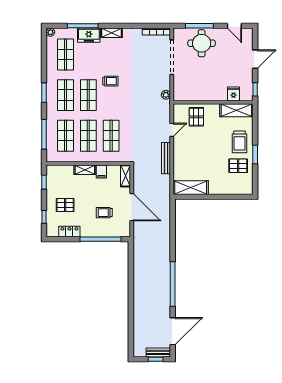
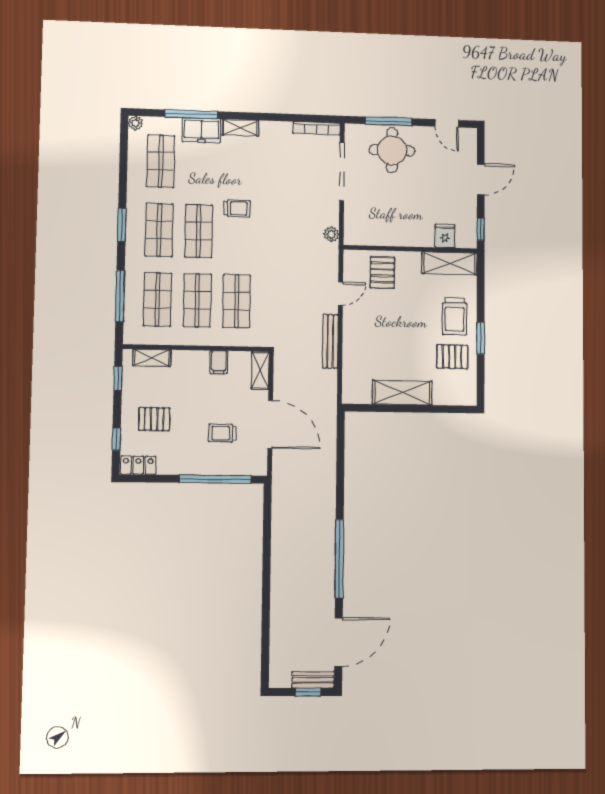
shelving: (85, 170) -> (152, 358), moved
shelving: (191, 188) -> (402, 393), moved
locker: (69, 232) -> (138, 465), moved

